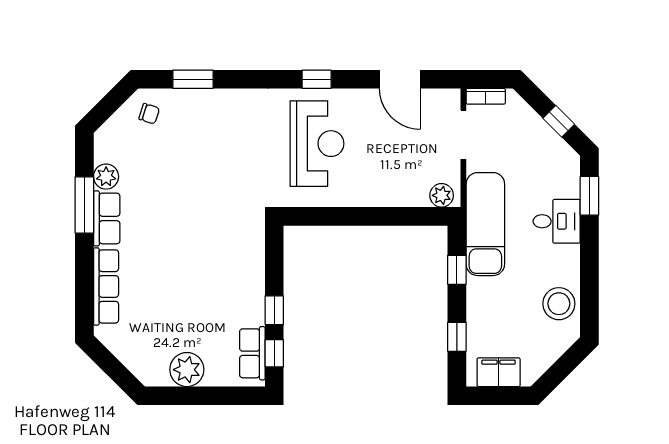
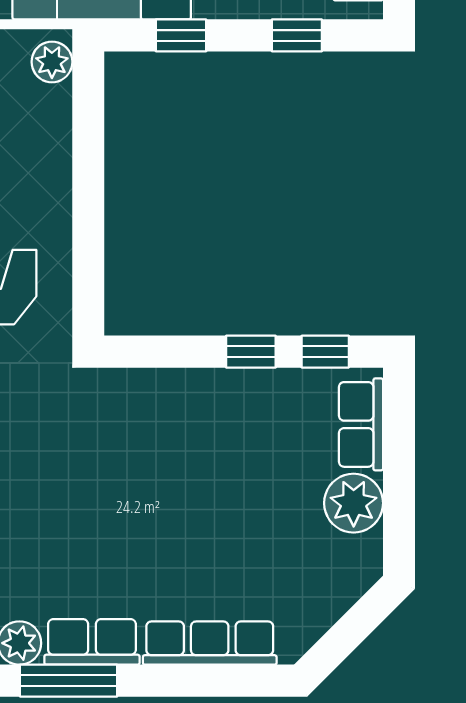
row of seats: (252, 353) -> (361, 424), moved, turned 90

